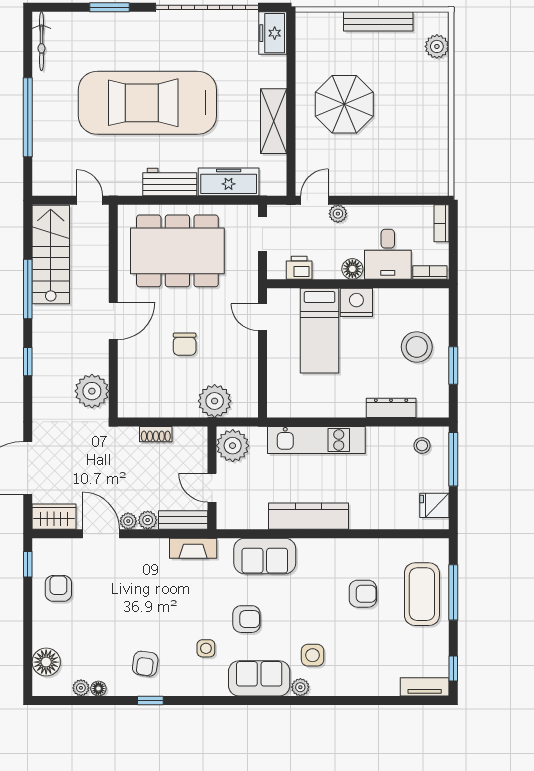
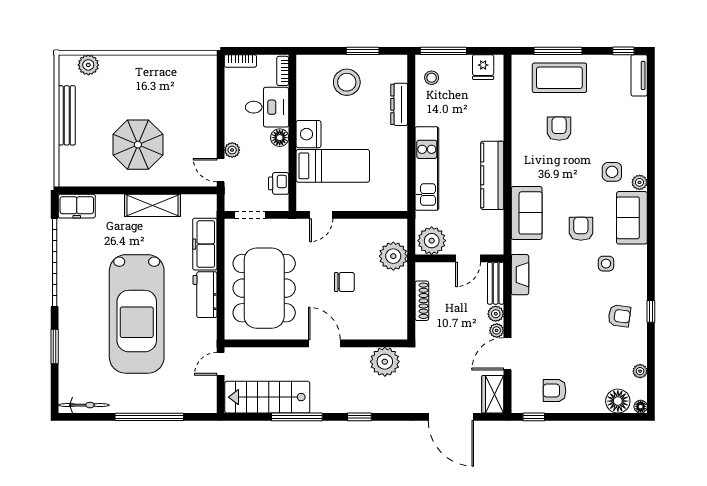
shoe rack: (156, 434) -> (422, 301), width x1.43
floor lamp: (98, 689) -> (641, 407), moved

